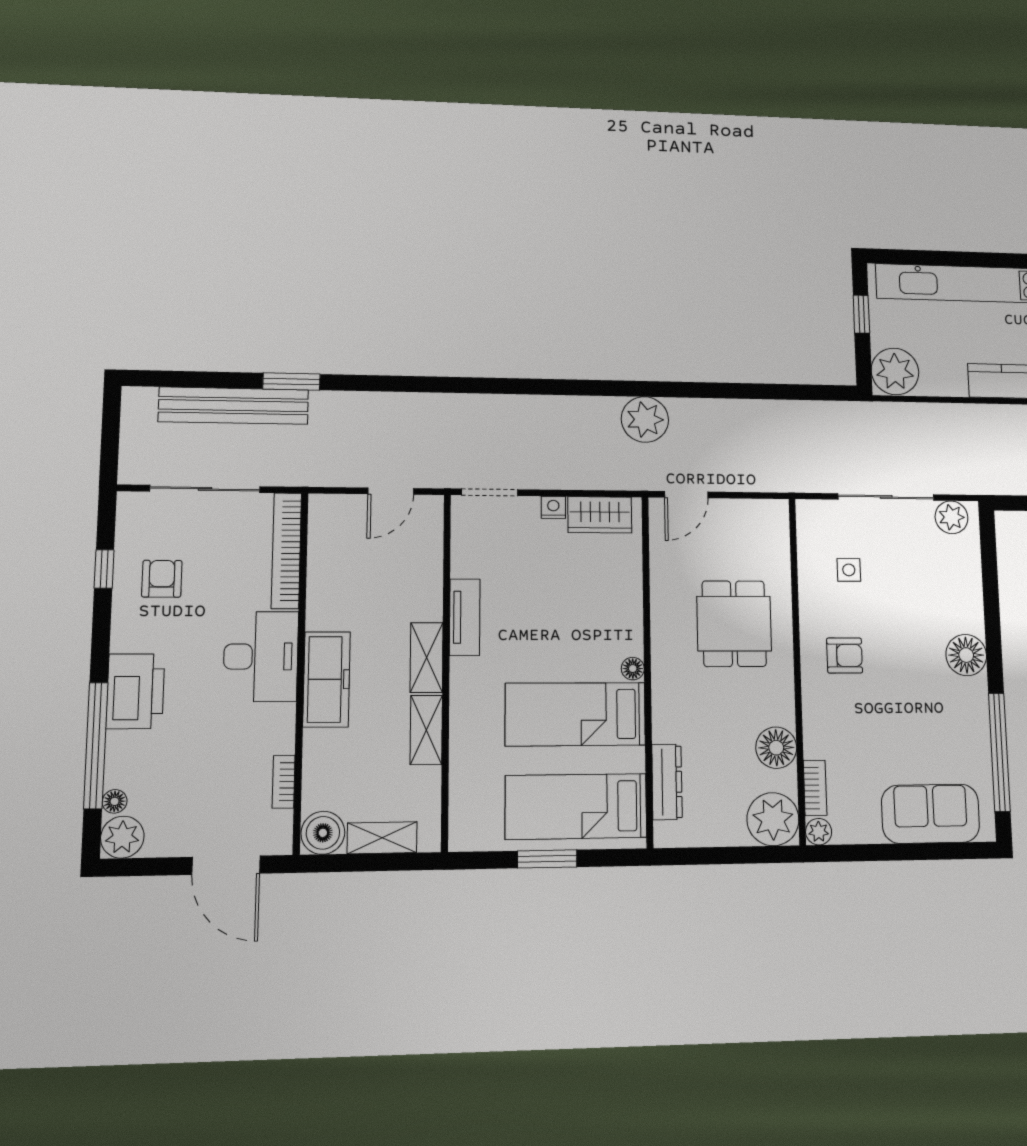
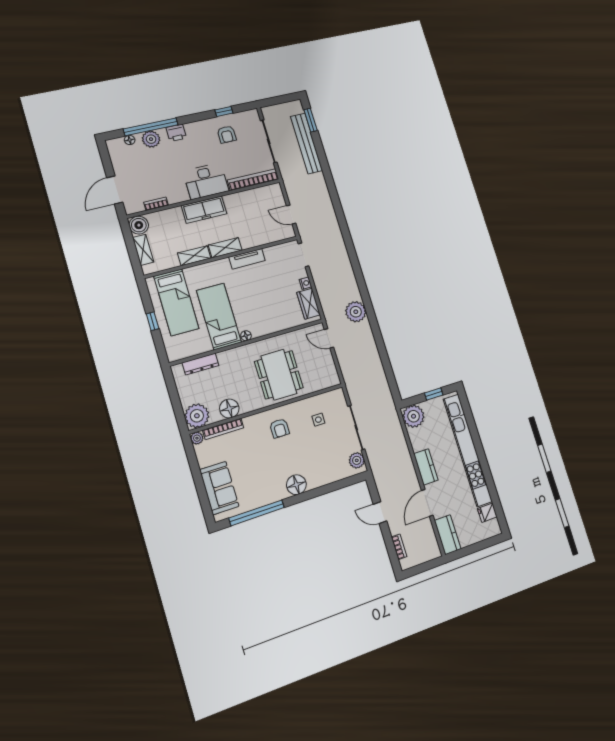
window: (292, 381) -> (311, 120), moved
armchair: (162, 579) -> (227, 134), turned 90
dining table: (734, 624) -> (279, 375), width x1.38
printer: (135, 691) -> (176, 133), width x0.53, depth x0.68
bookcase: (815, 788) -> (223, 429), width x1.56
bed: (576, 806) -> (176, 302), moved, turned 180
plant: (122, 837) -> (151, 139), moved
window: (547, 859) -> (153, 321), width x0.67

